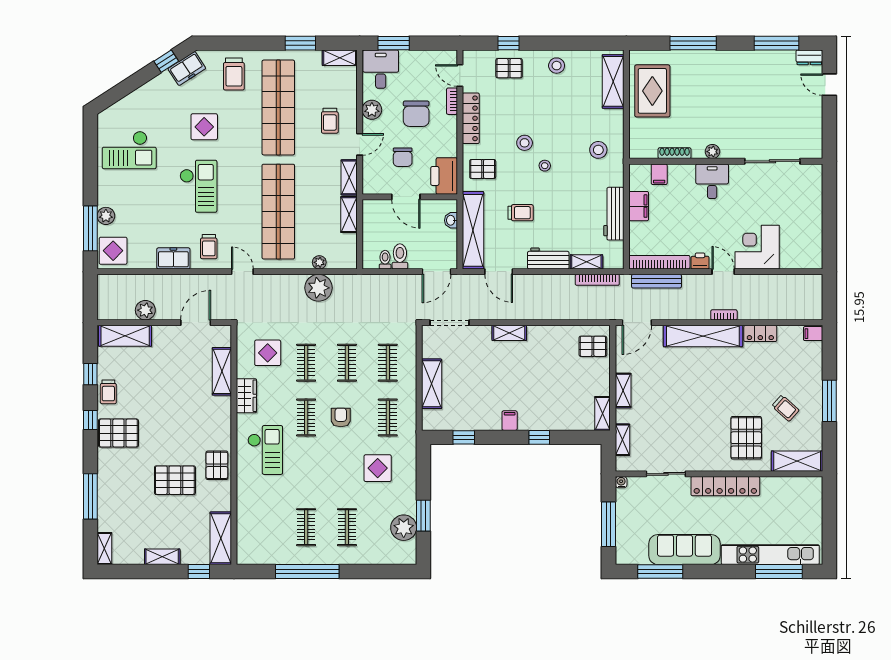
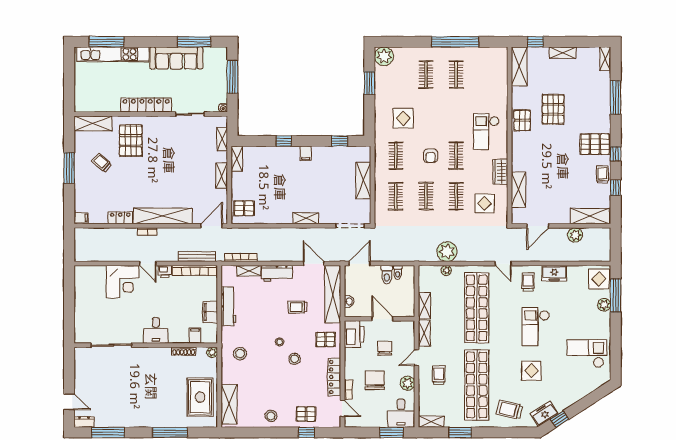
trolley: (234, 74) -> (510, 410), turned -76
plant: (712, 152) -> (212, 352), moved
pallet: (175, 480) -> (553, 109), turned 90
plant: (404, 528) -> (384, 56), moved

